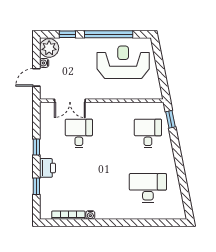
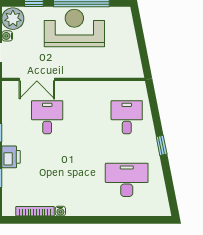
reception desk: (123, 62) -> (74, 28), moved
window: (170, 119) -> (162, 145), moved

